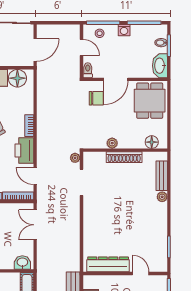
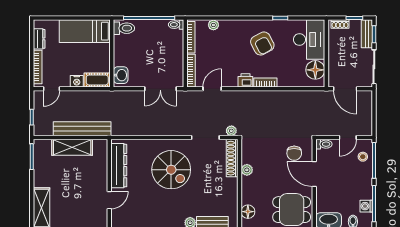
washing machine: (124, 30) -> (366, 206), moved
printer: (24, 150) -> (245, 80), width x0.53, depth x0.68
shoe rack: (124, 157) -> (232, 158), moved
spiral stairs: (112, 215) -> (171, 170), added
double door: (35, 225) -> (160, 89), swing flipped

